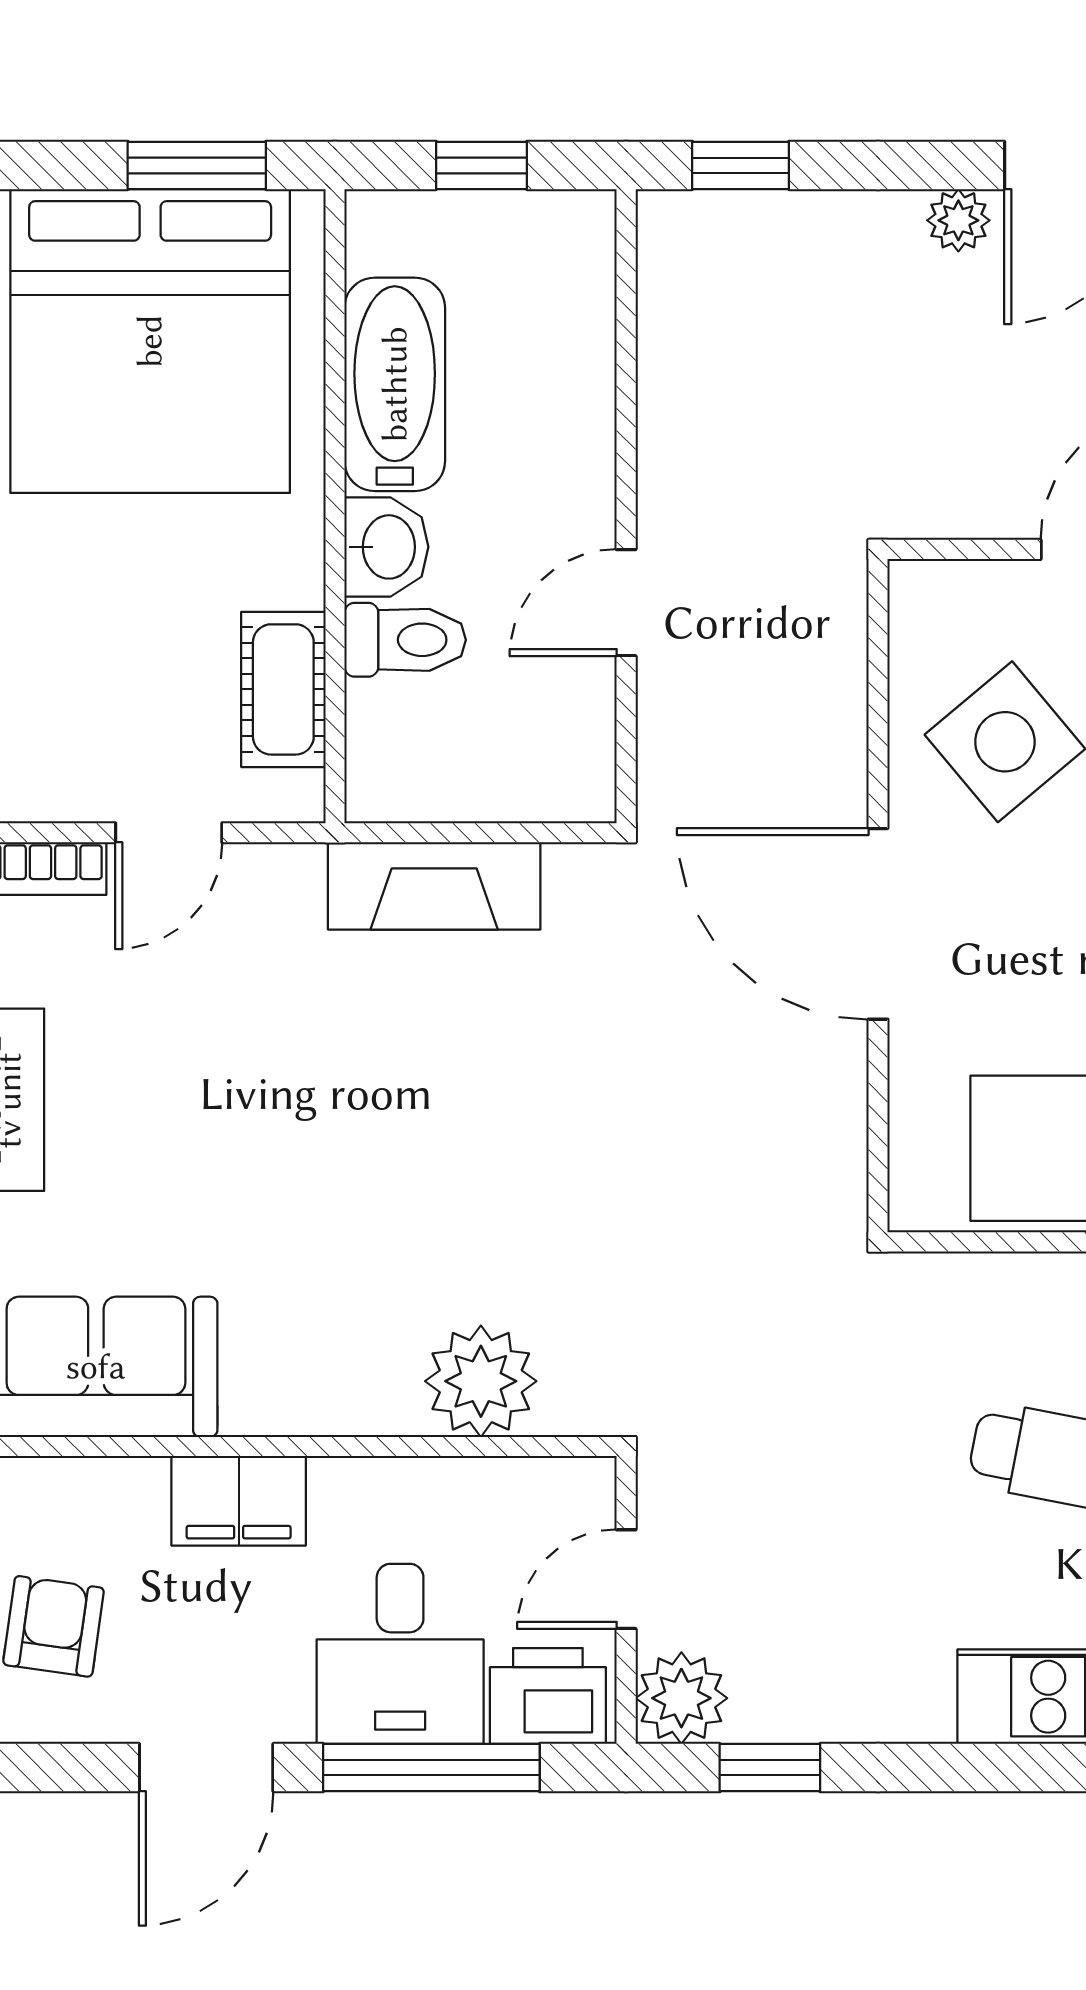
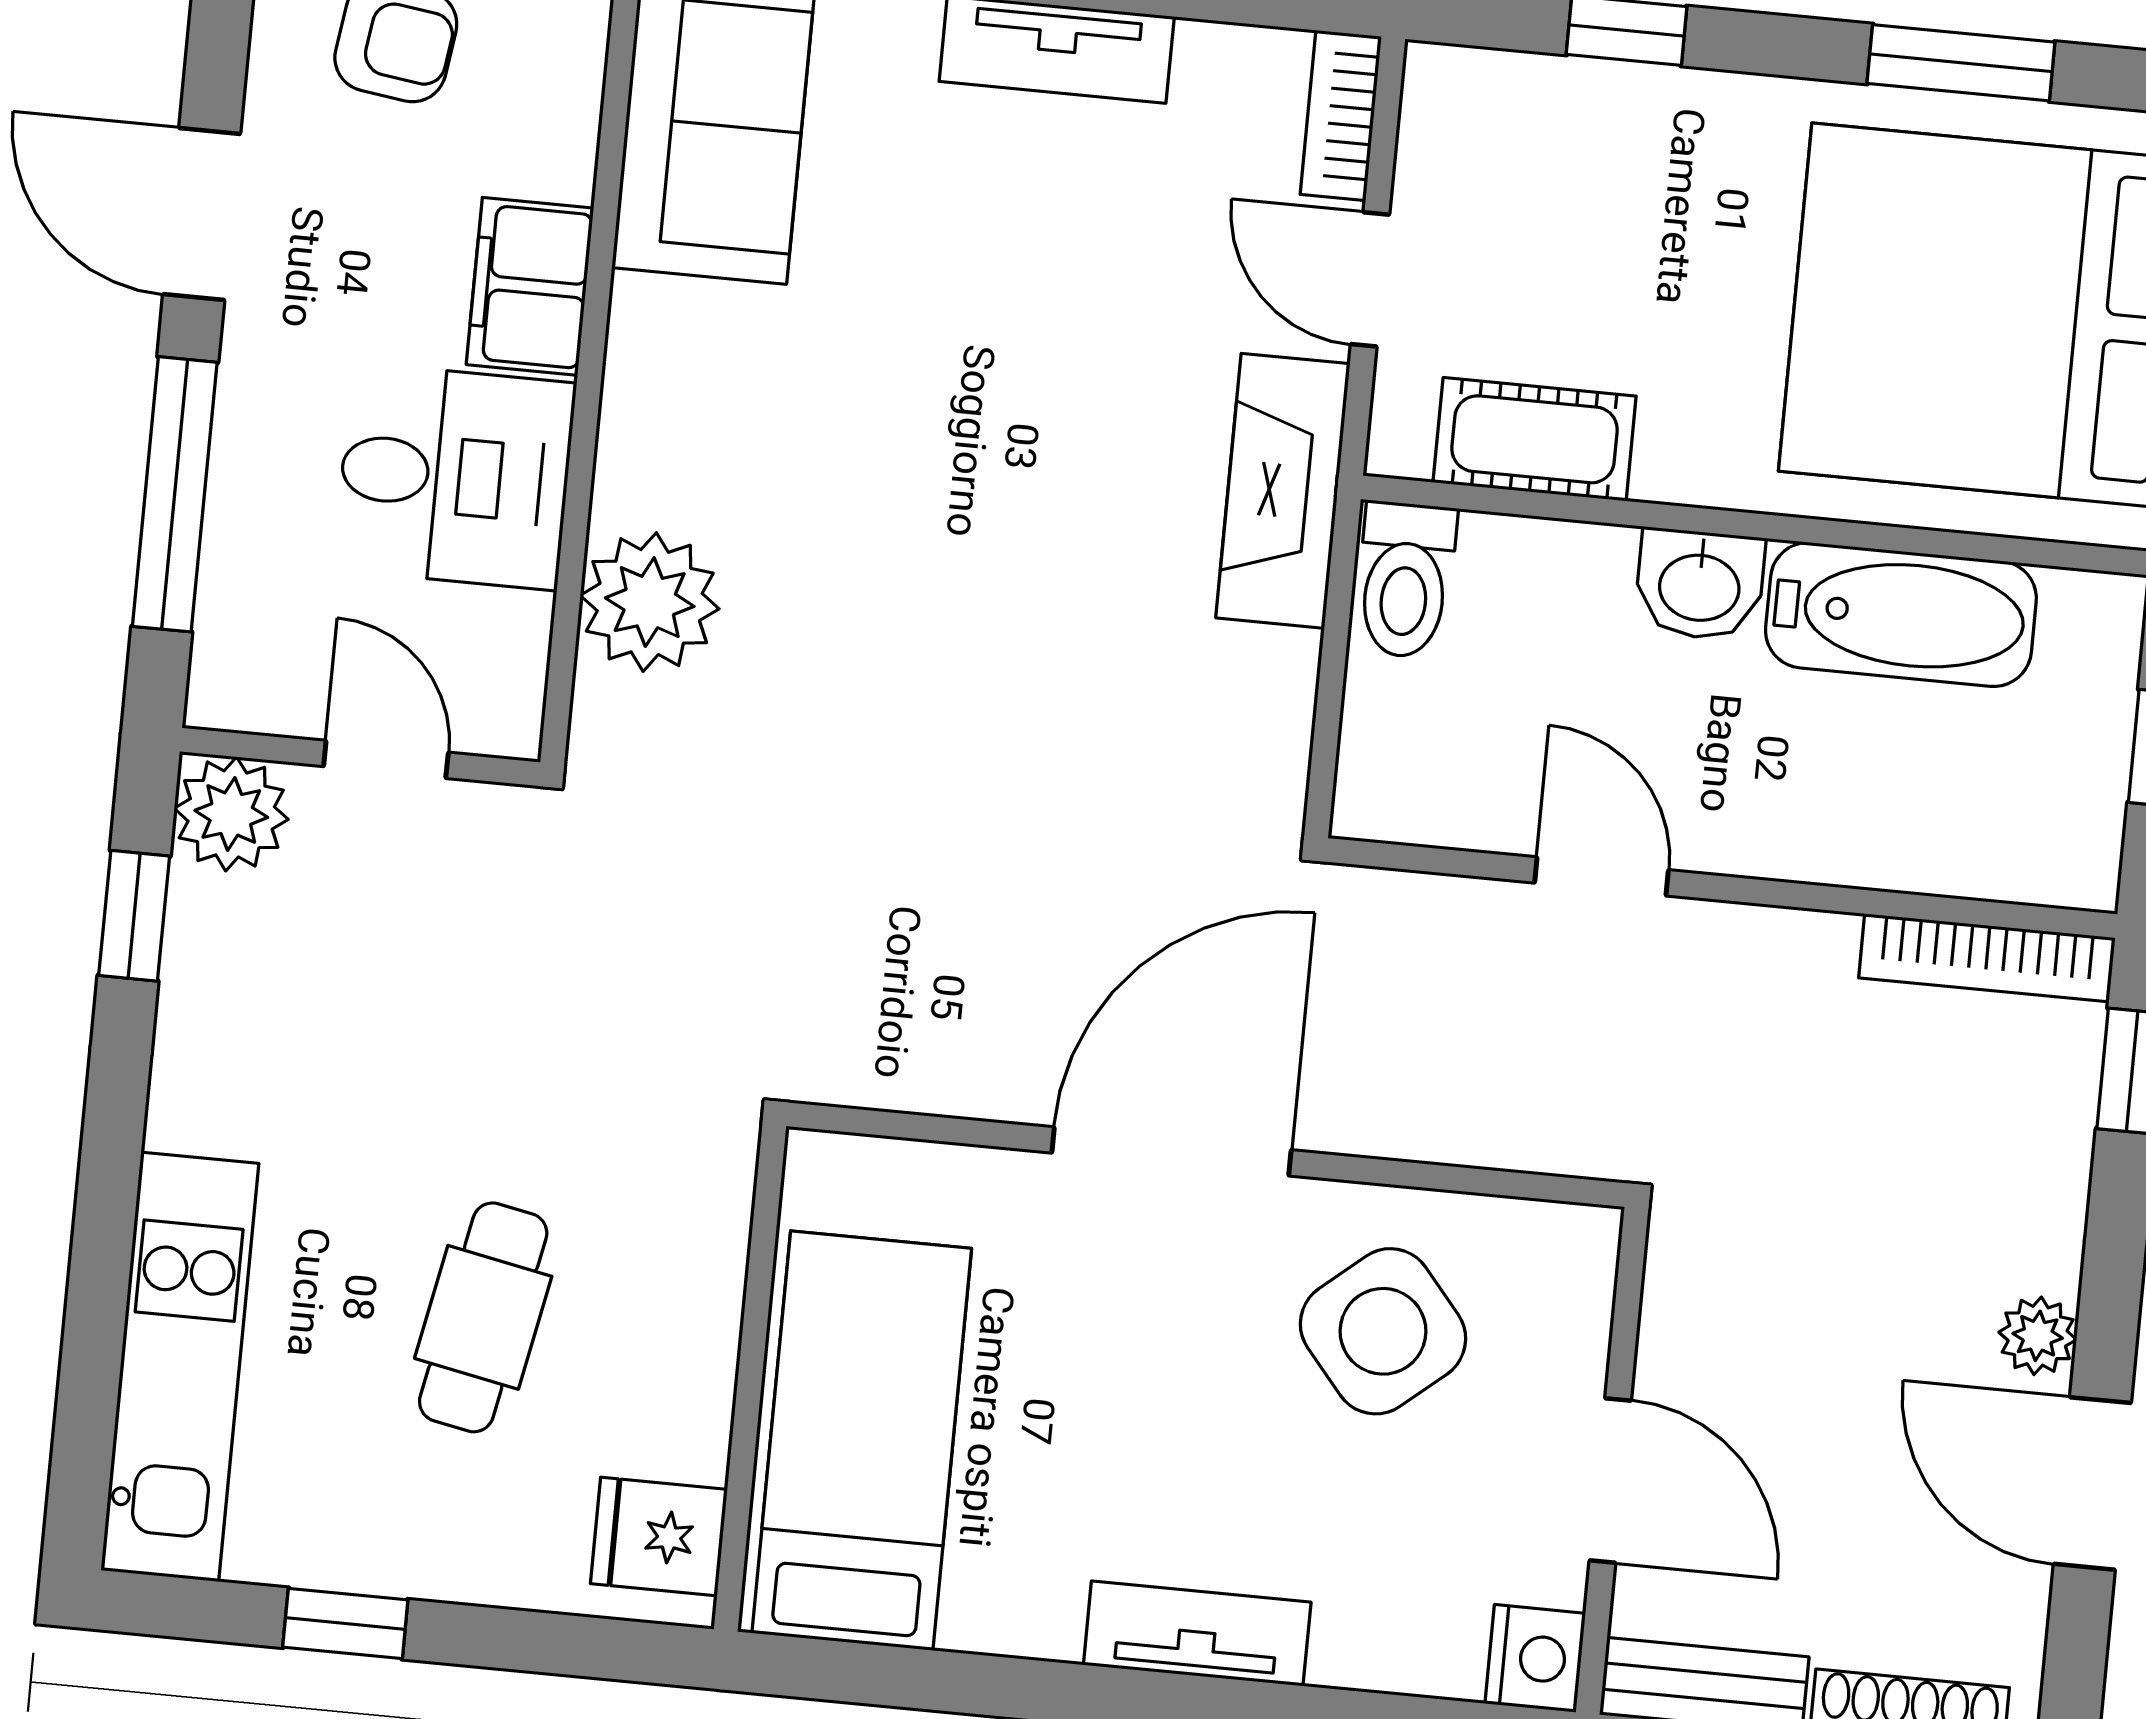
bookcase: (661, 290) -> (1987, 958), added
toilet: (405, 640) -> (1405, 580), moved
fireplace: (434, 886) -> (1283, 491), moved
desk: (400, 1654) -> (455, 476), moved, turned 180
printer: (548, 1696) -> (250, 648), removed

